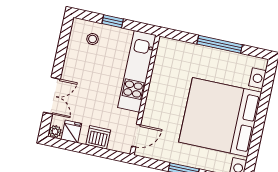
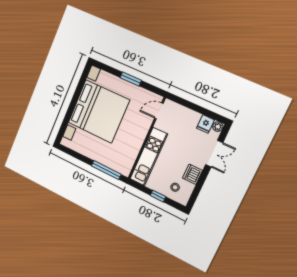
window: (220, 44) -> (106, 170), moved
double door: (52, 96) -> (214, 154), swing flipped
dishwasher: (98, 137) -> (192, 174), moved, turned 90

